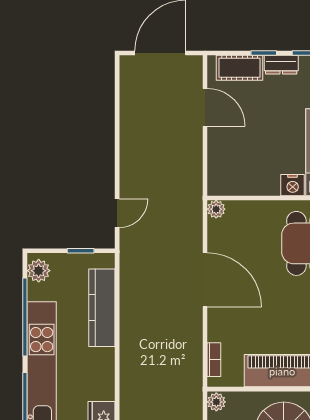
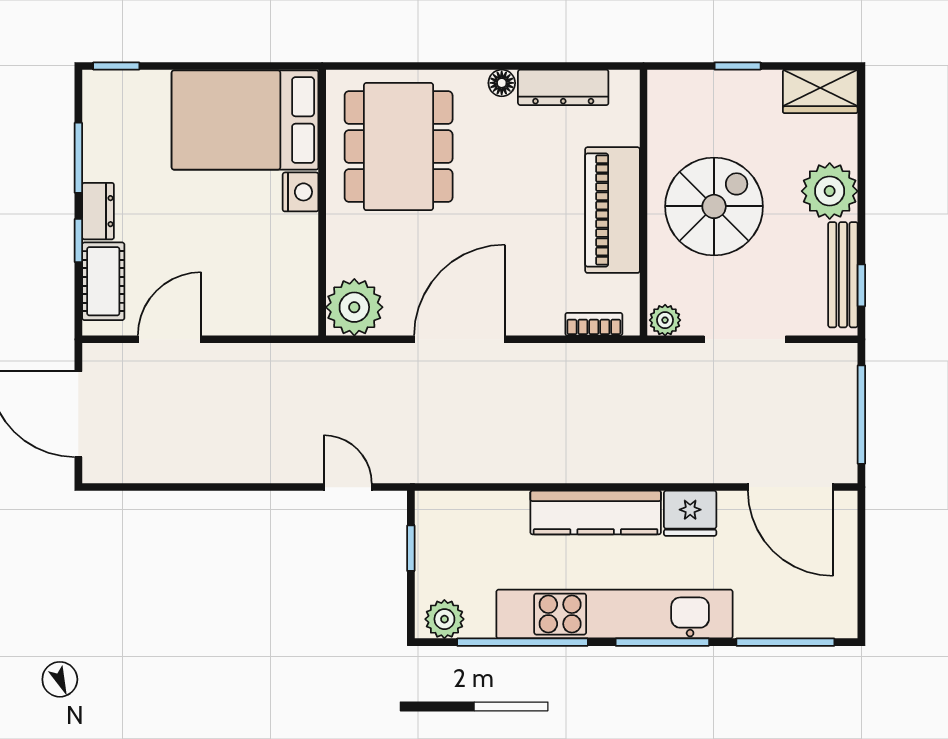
plant: (216, 209) -> (354, 307), width x1.87, depth x1.87
kitchen counter: (102, 308) -> (596, 513), moved

